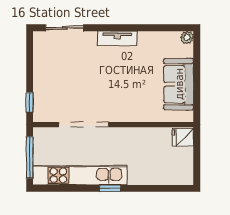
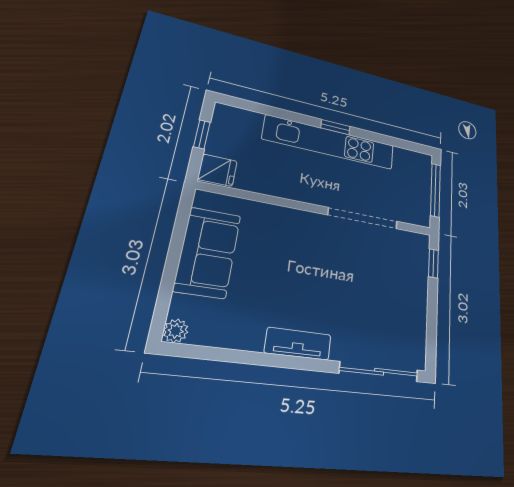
sliding door: (65, 28) -> (379, 372), width x1.37
window: (197, 159) -> (202, 134), added
kitchen unit: (80, 175) -> (330, 142), moved

